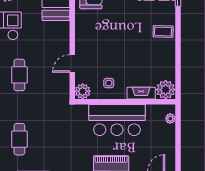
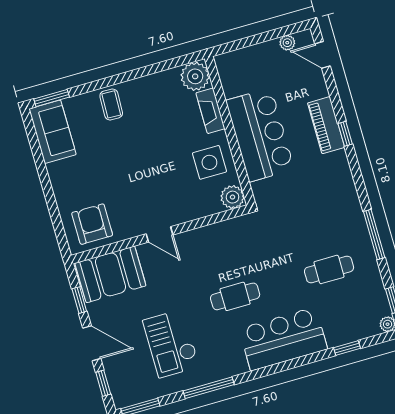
door: (72, 63) -> (159, 234), moved
side table: (109, 83) -> (209, 162), width x1.87, depth x1.87
plant: (170, 119) -> (287, 43), moved

